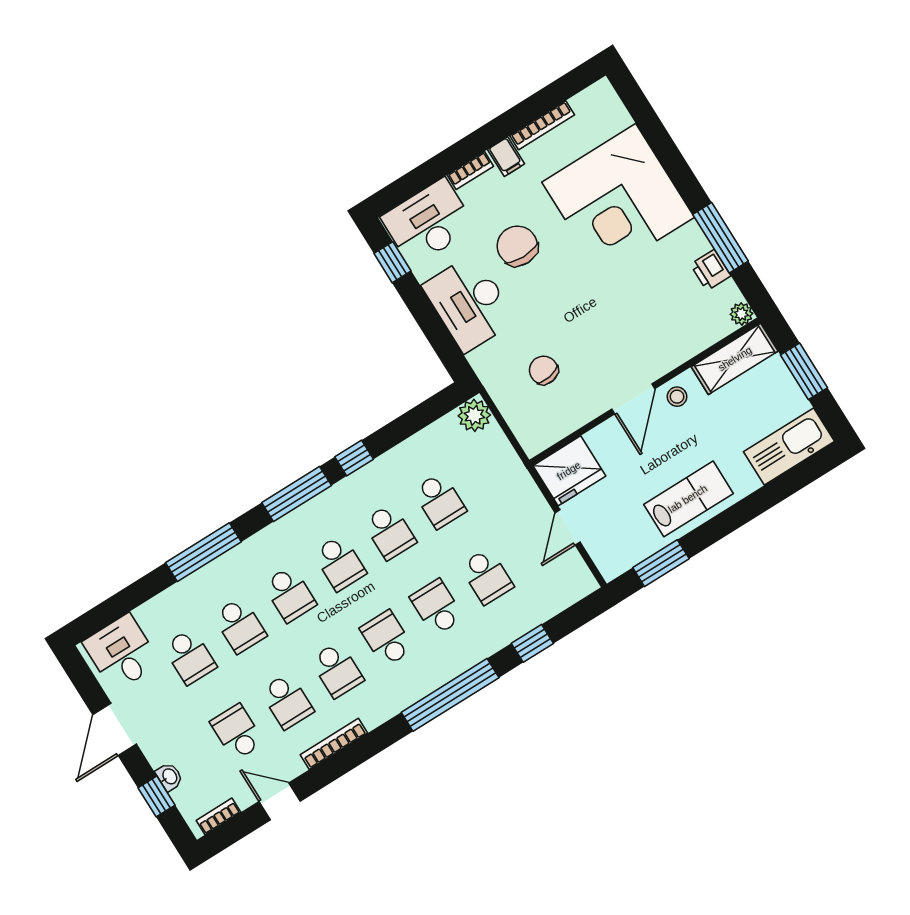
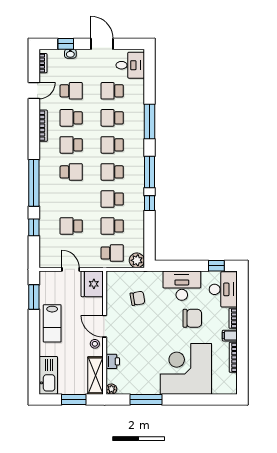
printer: (711, 270) -> (113, 361), moved, turned 90
school desk: (437, 607) -> (112, 253), moved

